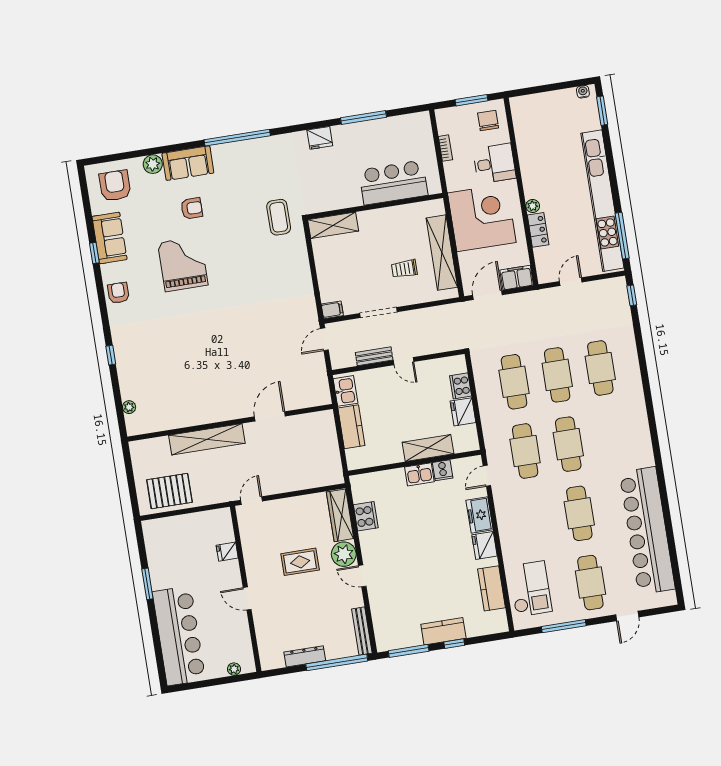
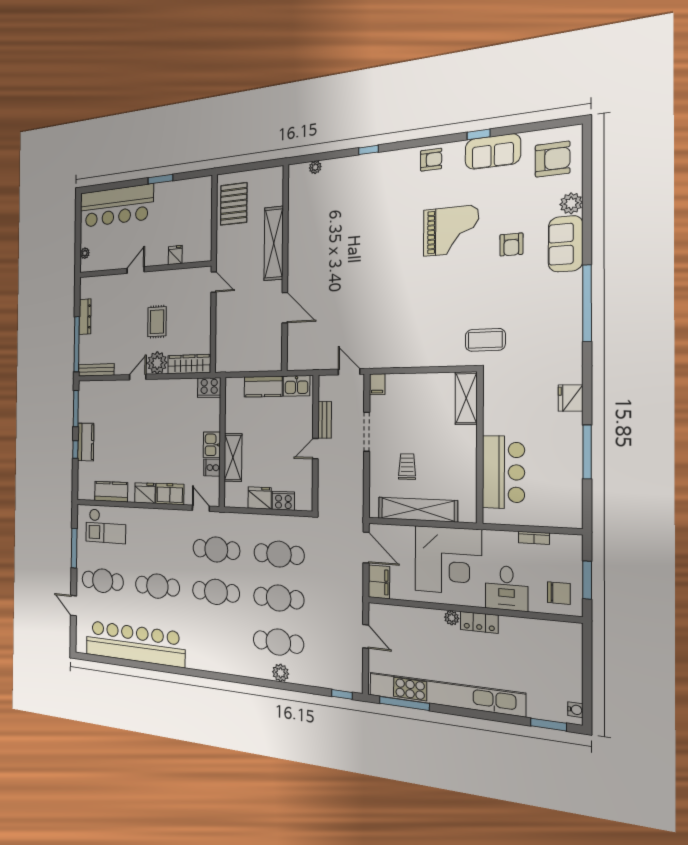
locker: (538, 230) -> (479, 622), moved
plant: (630, 361) -> (281, 673), added
cooker: (366, 516) -> (209, 388), moved

